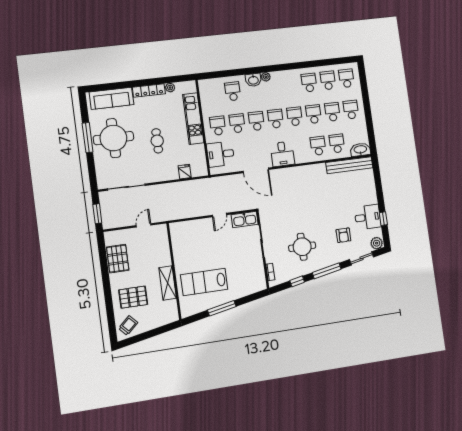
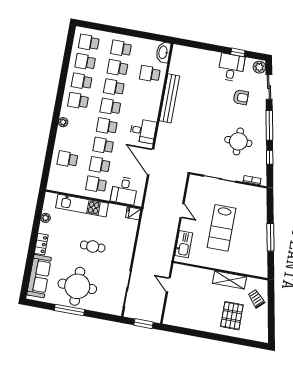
washbasin: (253, 80) -> (62, 135), removed
locker: (149, 90) -> (41, 244), width x0.66
school desk: (318, 146) -> (78, 101), moved
bench: (349, 165) -> (169, 98), moved
door: (256, 170) -> (151, 162), swing flipped
fridge: (185, 172) -> (133, 213), moved
kitchen sink: (245, 219) -> (184, 244), moved
pallet: (118, 259) -> (191, 318), removed
lab bench: (204, 282) -> (222, 228), moved
trolley: (128, 325) -> (256, 299), moved

